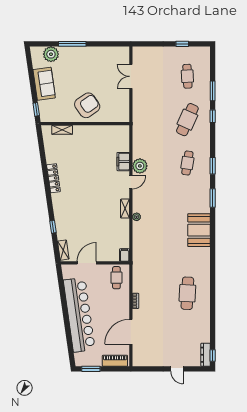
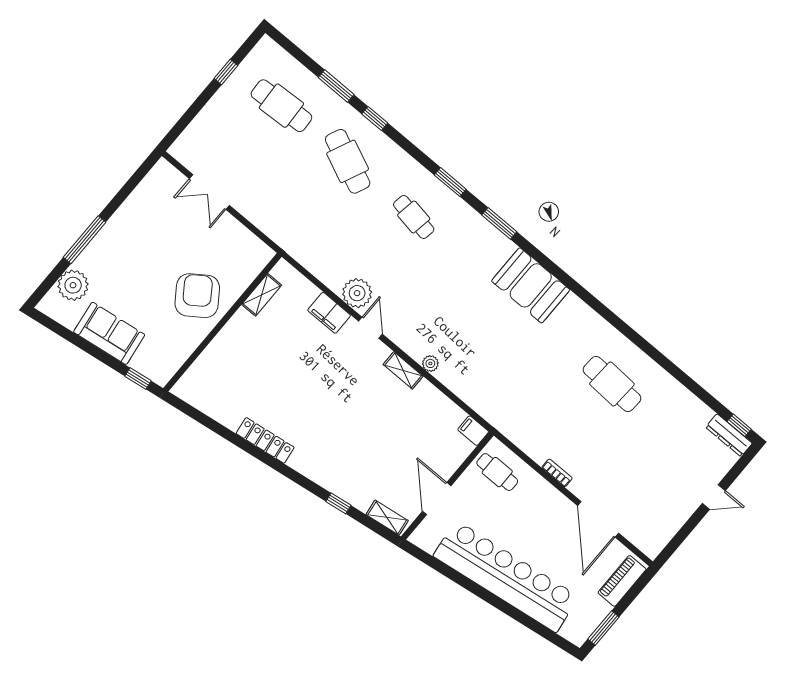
cafe table: (187, 76) -> (281, 106), width x1.37, depth x1.35
shelving: (62, 130) -> (262, 295), moved

